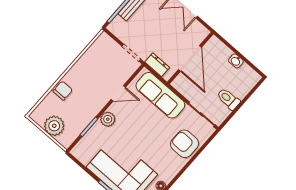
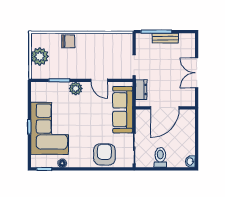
washbasin: (236, 61) -> (190, 162), moved

